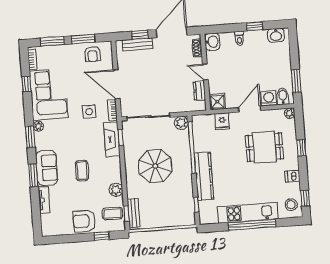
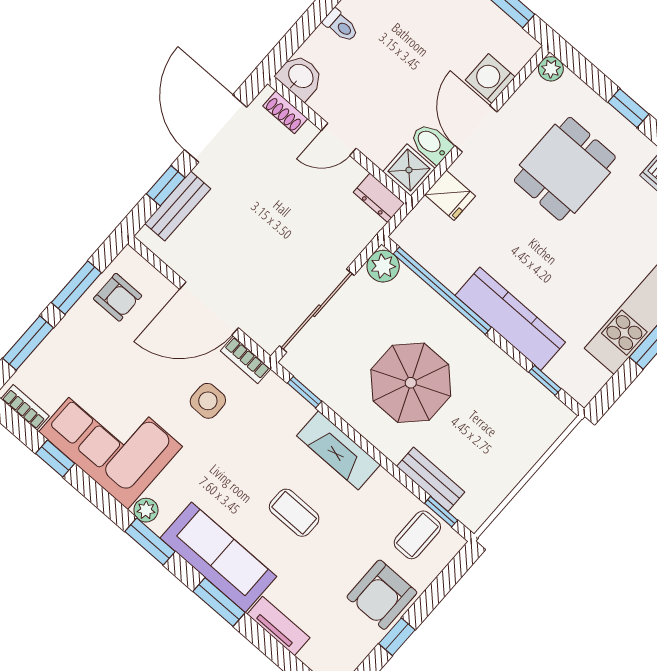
dresser: (199, 91) -> (379, 198), moved
bidet: (283, 96) -> (431, 143), moved
fireplace: (112, 139) -> (338, 450), moved
sofa: (47, 168) -> (218, 557), width x1.36
plant: (116, 190) -> (384, 489), removed
bench: (134, 213) -> (431, 479), moved
window: (102, 236) -> (397, 637), moved

